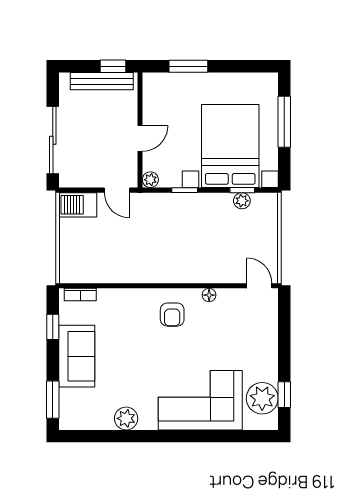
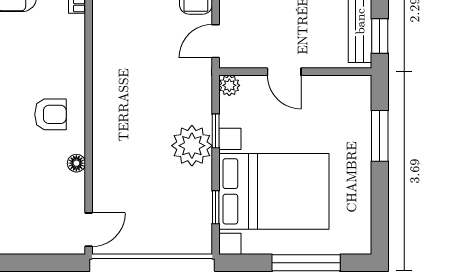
plant: (242, 201) -> (192, 146), moved, width x1.87, depth x1.87
armchair: (172, 315) -> (50, 114), turned 180

